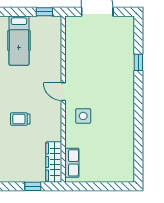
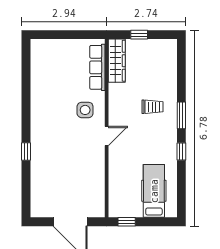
window: (138, 62) -> (26, 151), moved
door: (63, 92) -> (107, 136), hinge flipped
row of seats: (72, 163) -> (97, 67), width x1.48

